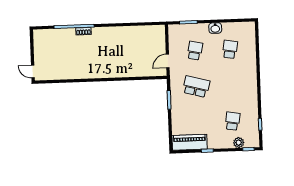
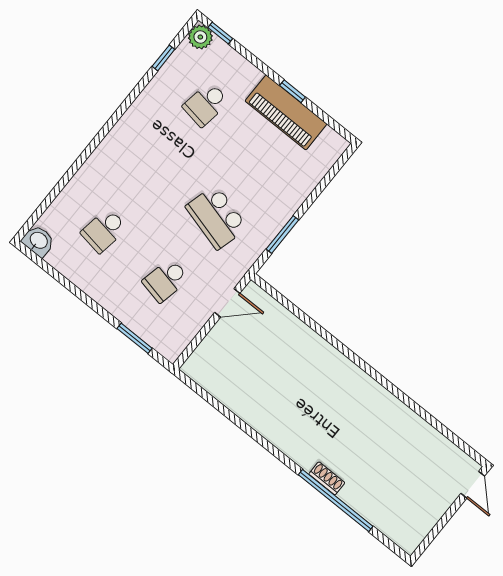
washbasin: (215, 28) -> (38, 241), moved
piano: (190, 142) -> (286, 112), moved
plant: (239, 143) -> (200, 37), moved

